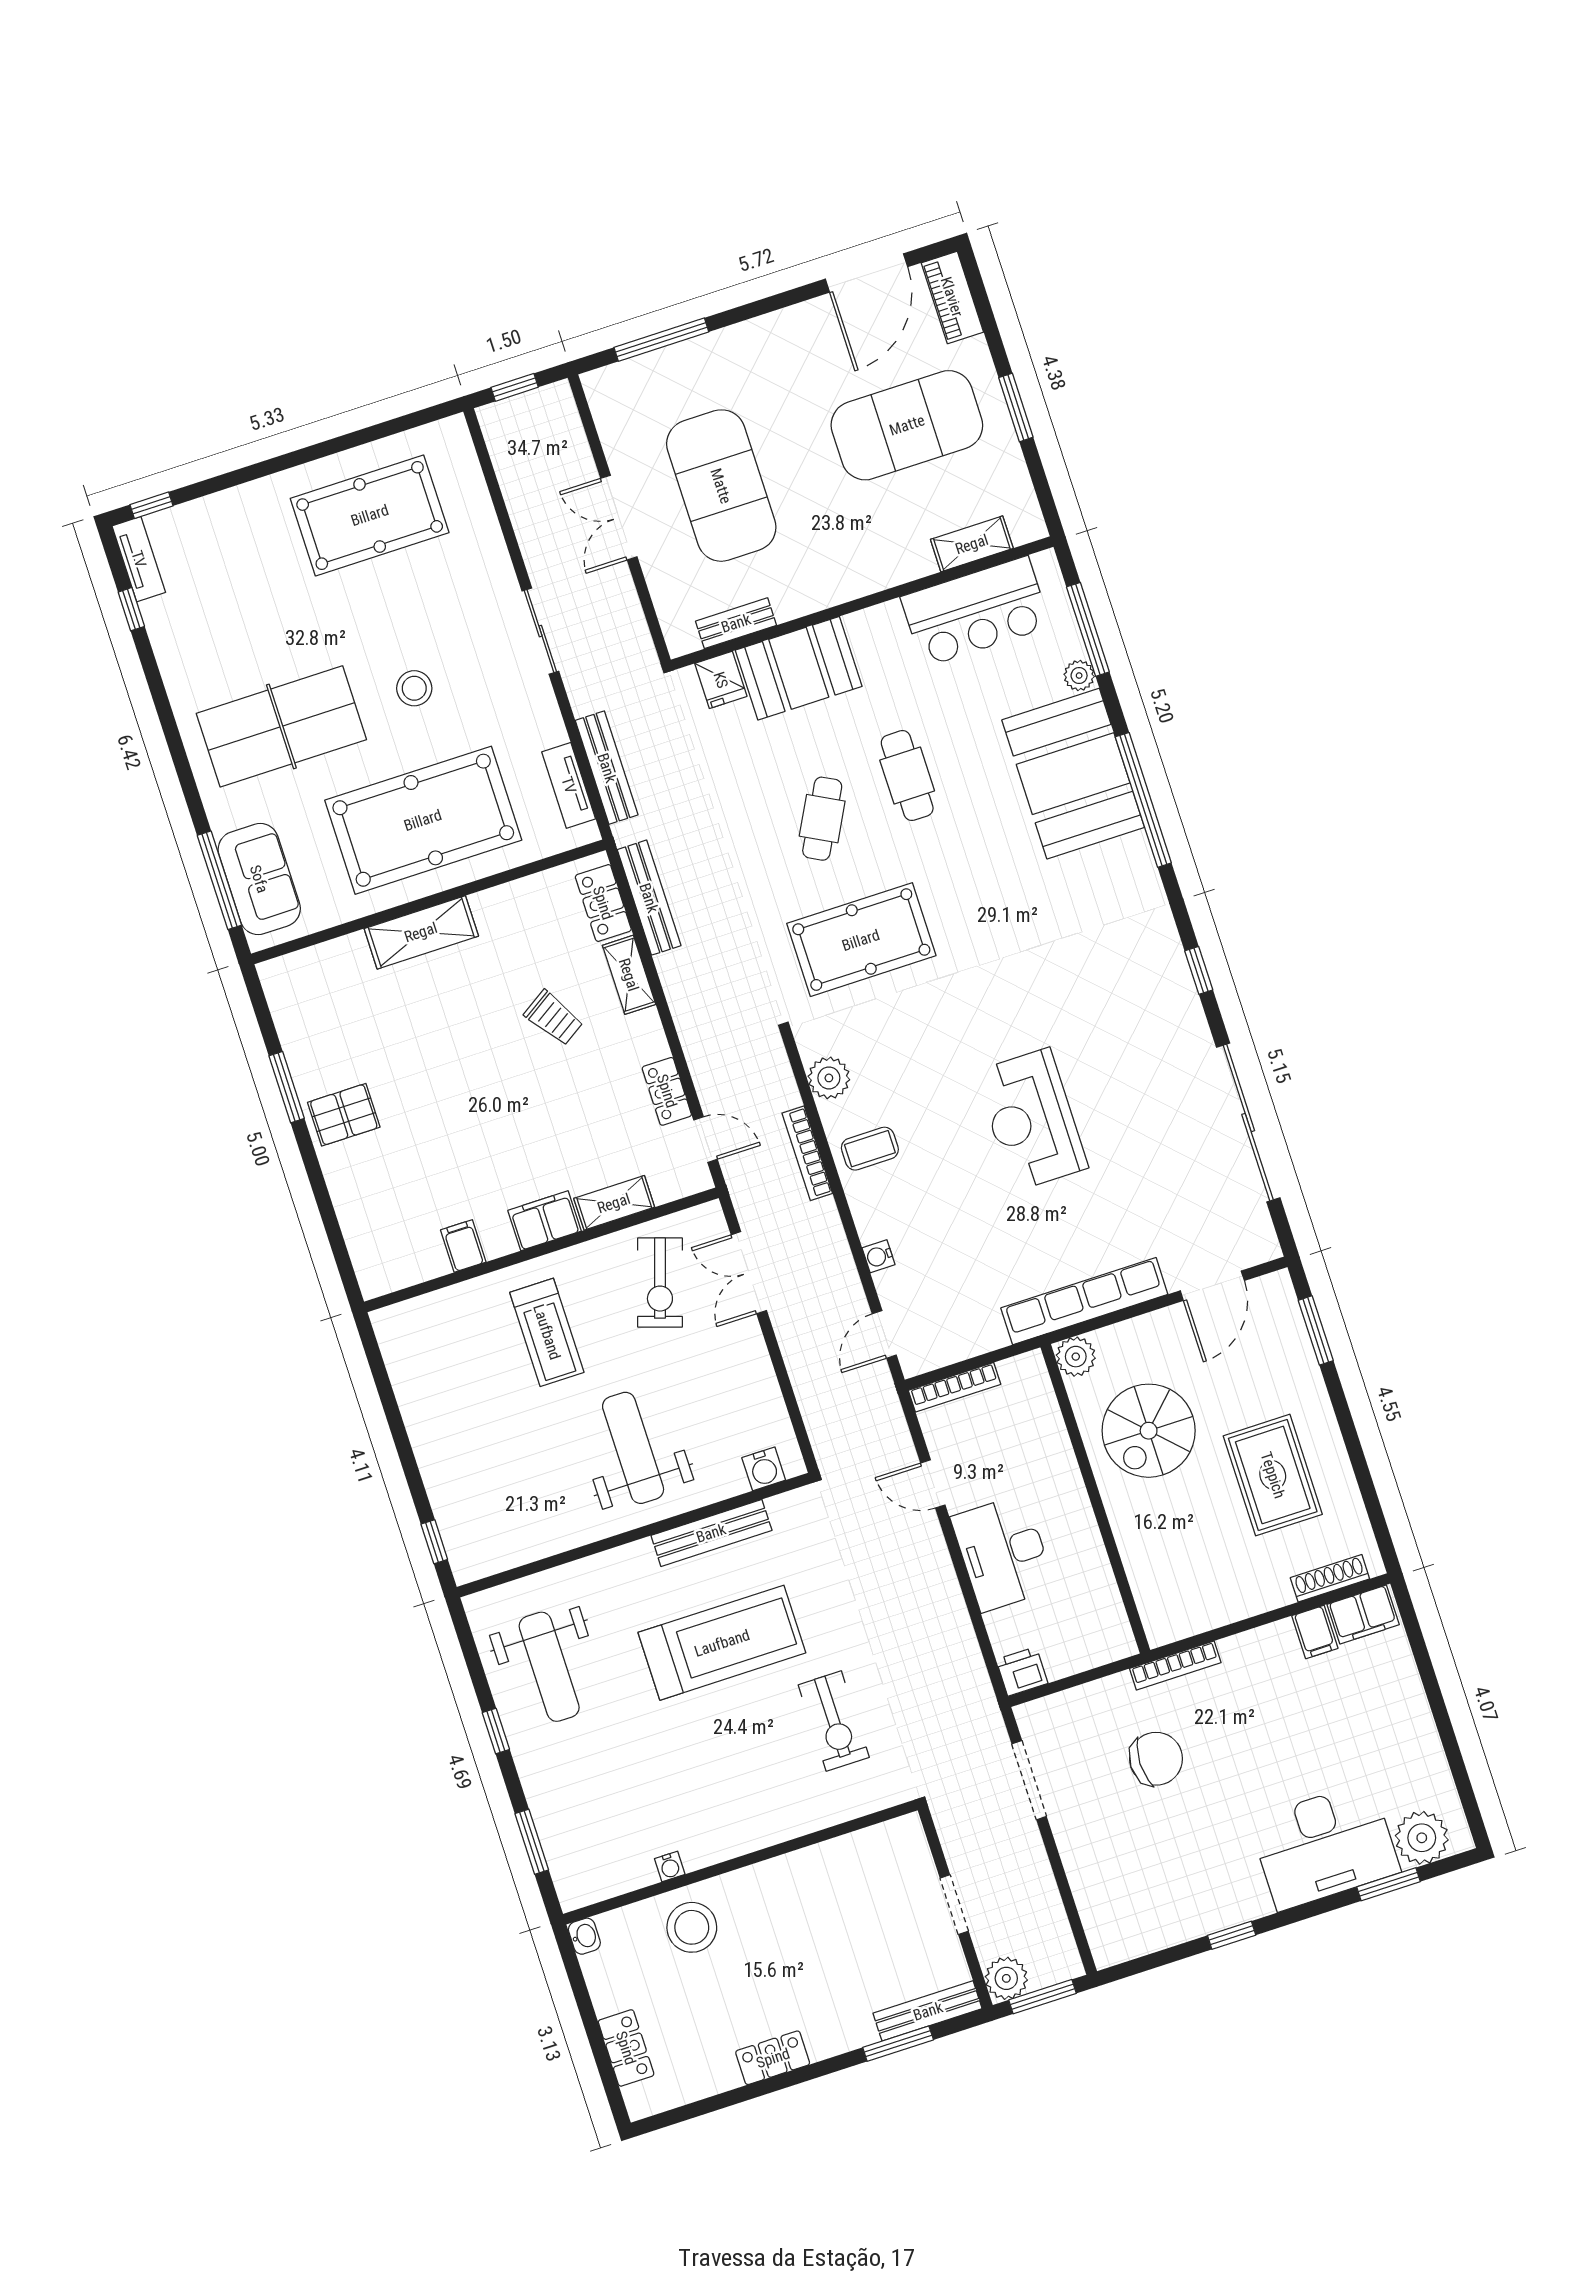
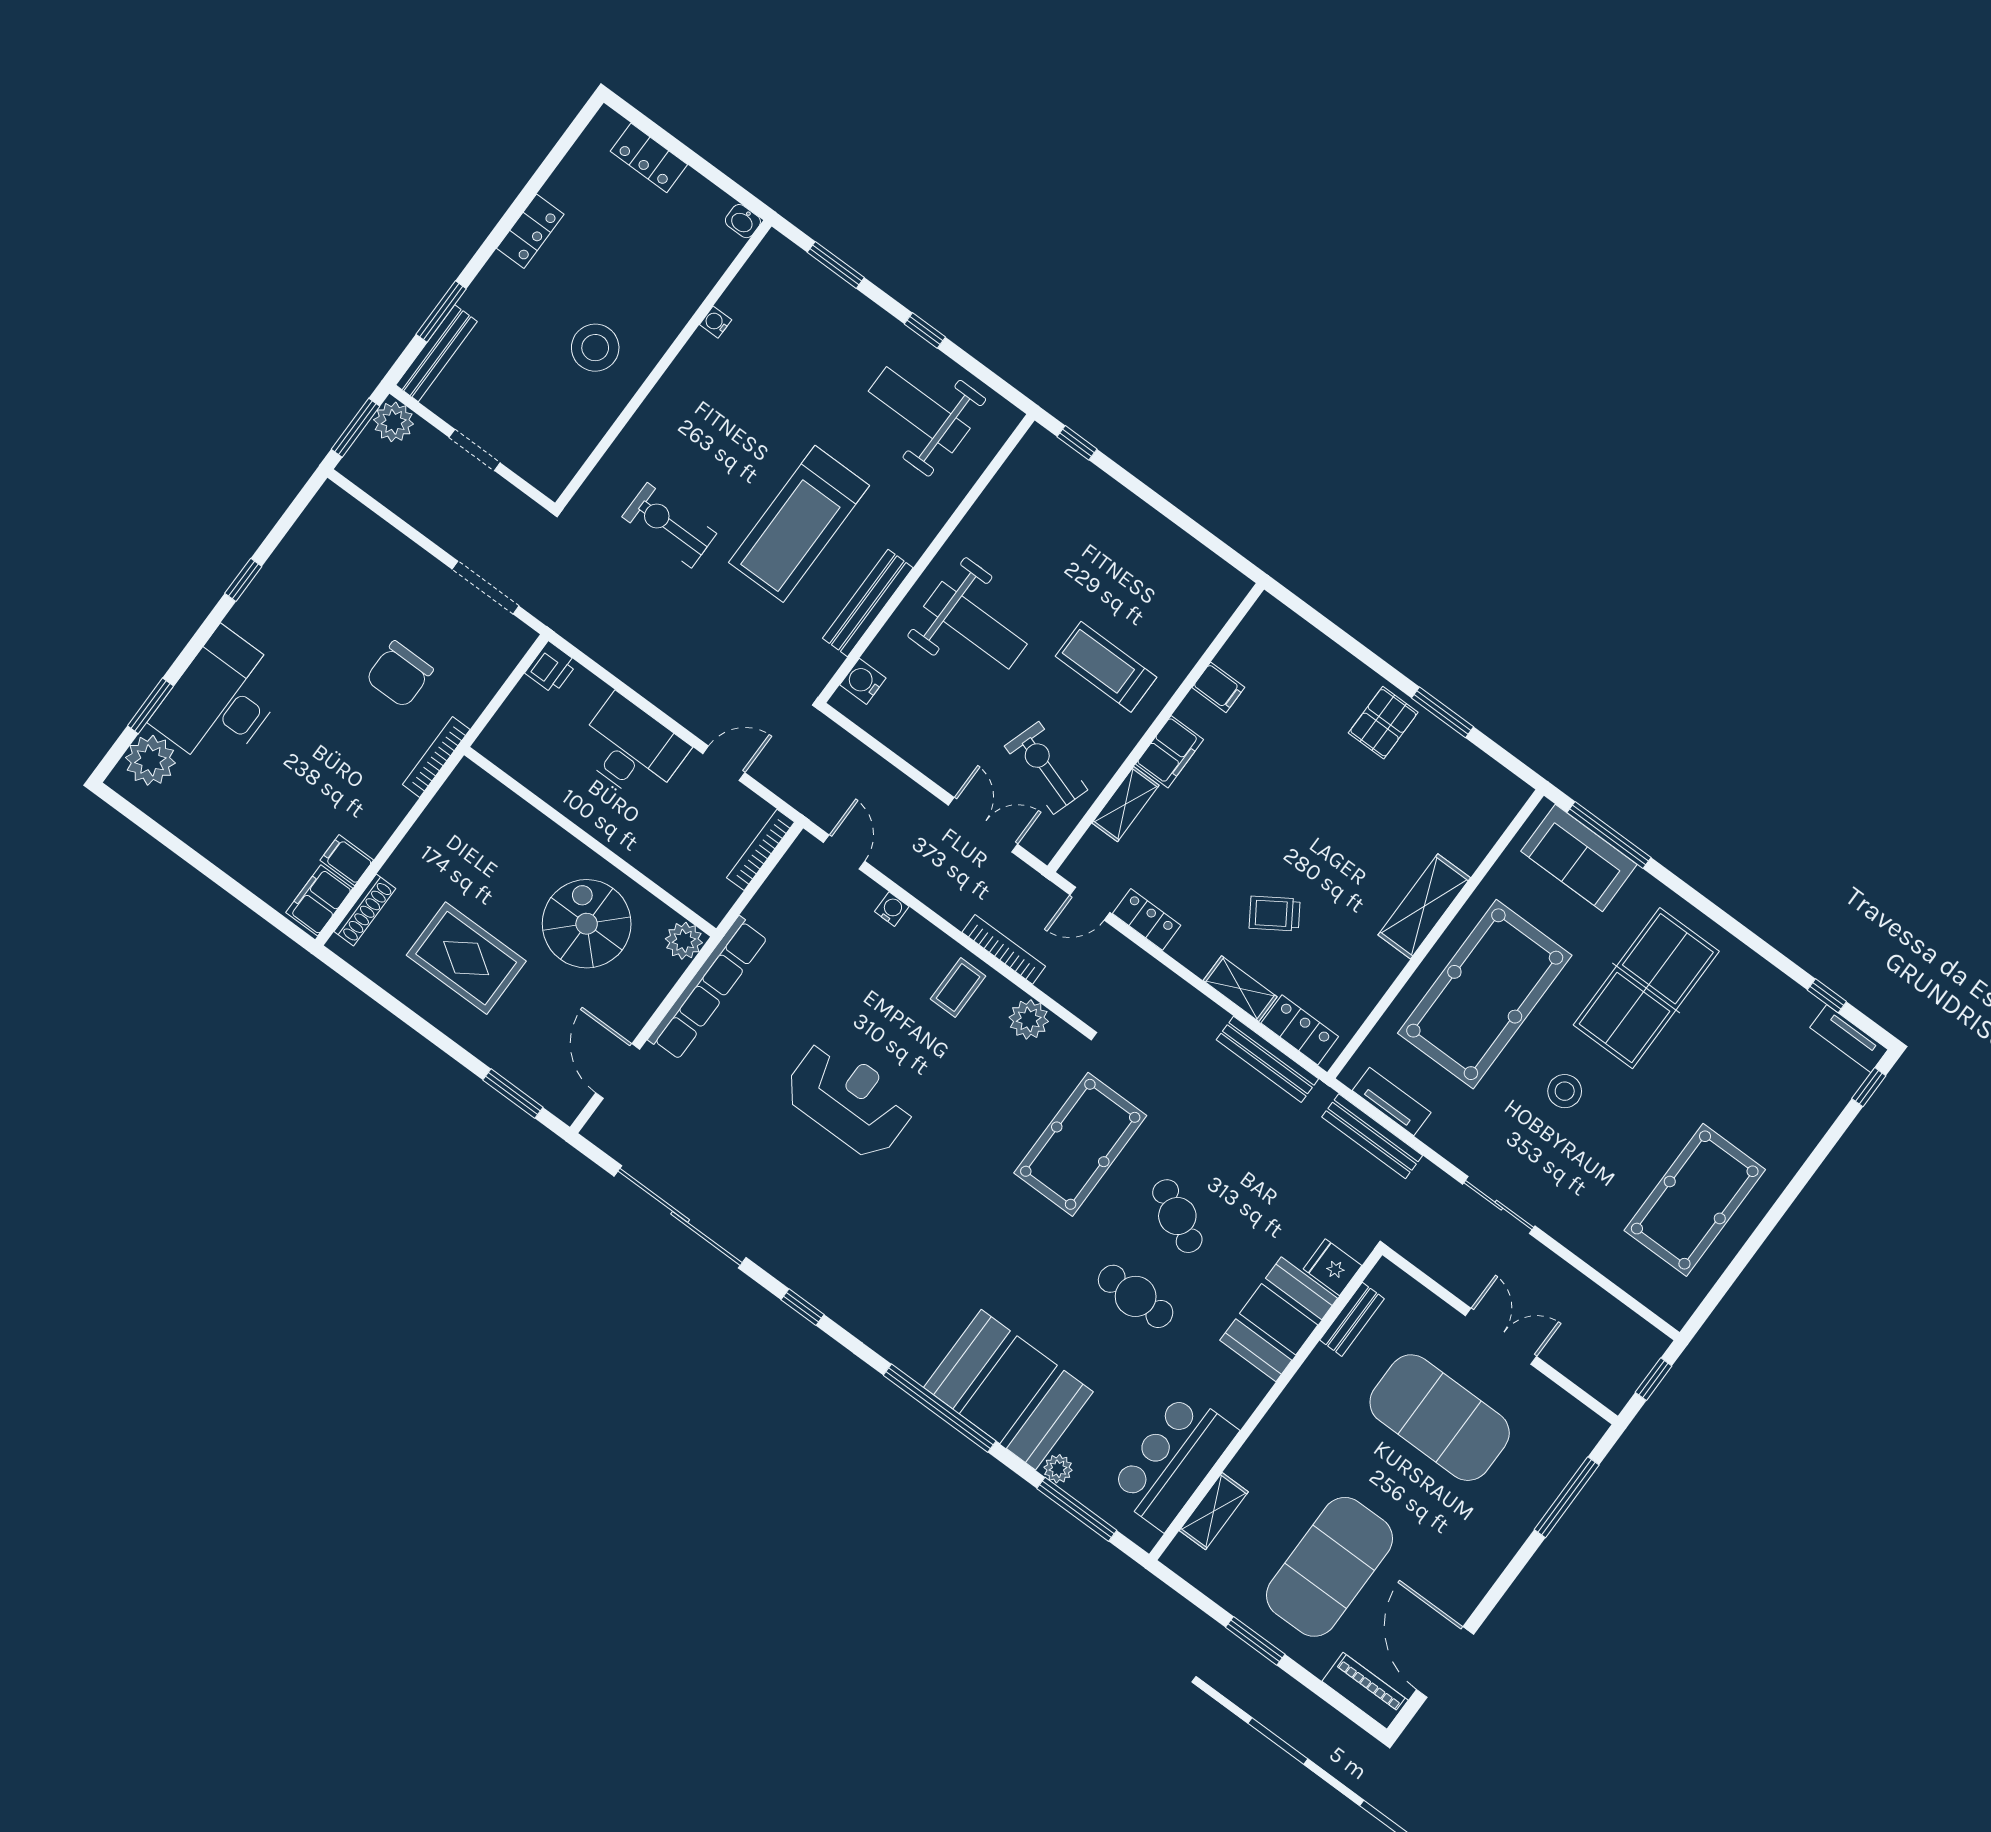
stool: (692, 1927) -> (595, 348), moved

